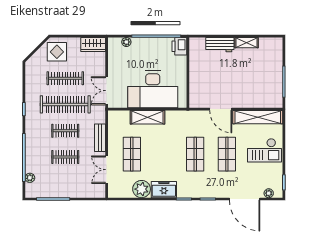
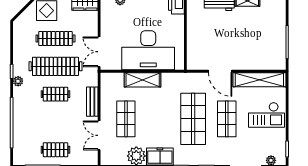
shop shelf: (195, 154) -> (193, 119), width x1.43, depth x1.36
clothes rail: (65, 157) -> (55, 150), moved
plant: (30, 178) -> (18, 81), moved

